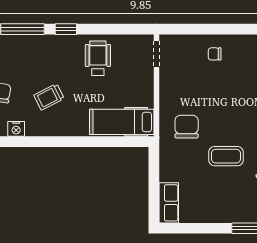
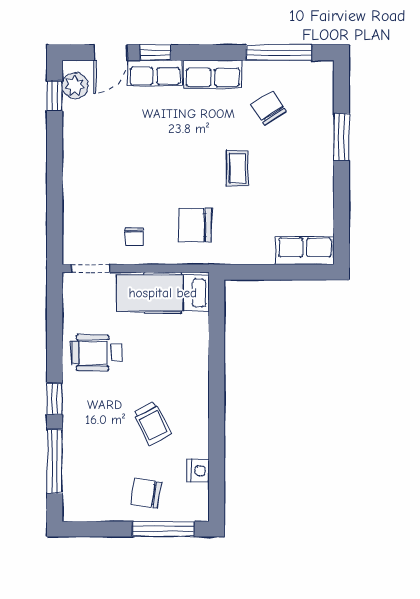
chair: (215, 54) -> (134, 237), moved
hospital bed: (122, 122) -> (163, 293), moved, turned 90
coffee table: (226, 156) -> (237, 168), width x0.73, depth x0.77

